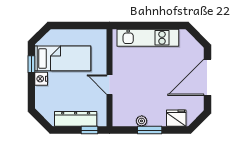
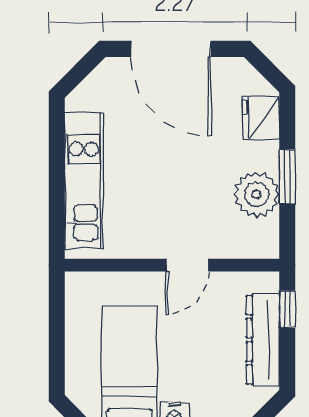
plant: (142, 121) -> (256, 194), width x1.88, depth x1.88

